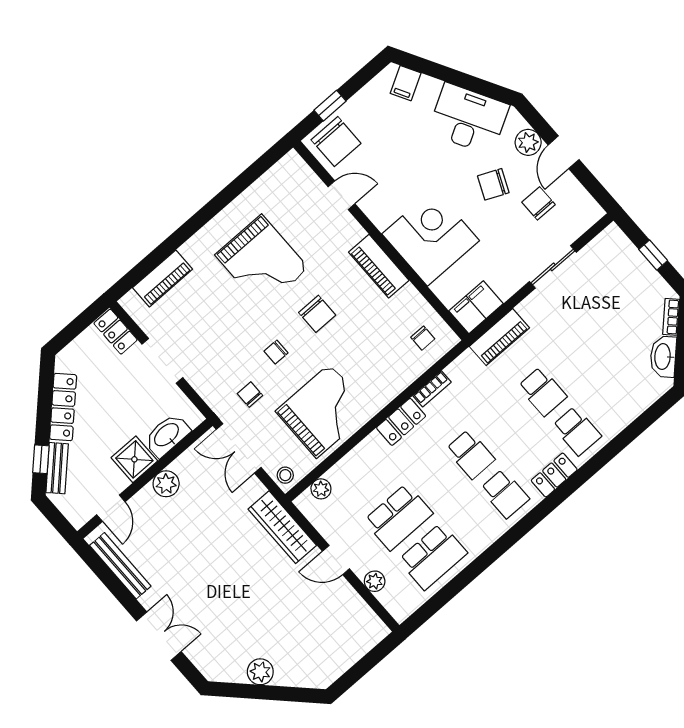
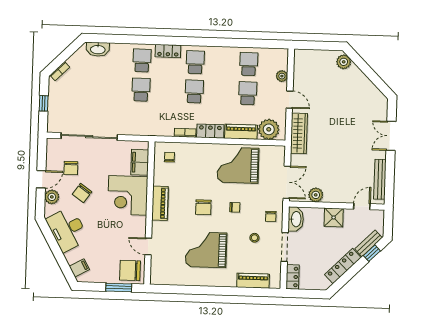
window: (330, 106) -> (119, 287), width x1.50
chair: (336, 142) -> (130, 270), turned -90
chair: (493, 184) -> (82, 193), turned 101
grand piano: (262, 262) -> (206, 250), turned -90
sliding door: (553, 267) -> (89, 137), width x1.86
filing cabinet: (476, 307) -> (140, 162), moved, turned 90
chair: (317, 314) -> (203, 207), turned 180
piano: (499, 337) -> (241, 132), moved
washbasin: (663, 357) -> (98, 49), moved, turned 45
chair: (250, 394) -> (271, 216), moved
washbasin: (167, 435) -> (296, 219), moved, turned -90
stool: (285, 475) -> (254, 238), moved
plant: (166, 484) -> (316, 195), moved
plant: (321, 489) -> (269, 129), width x1.88, depth x1.88
school desk: (398, 517) -> (248, 93), width x0.54
school desk: (433, 556) -> (249, 64), width x0.54
plant: (260, 672) -> (344, 62), moved

